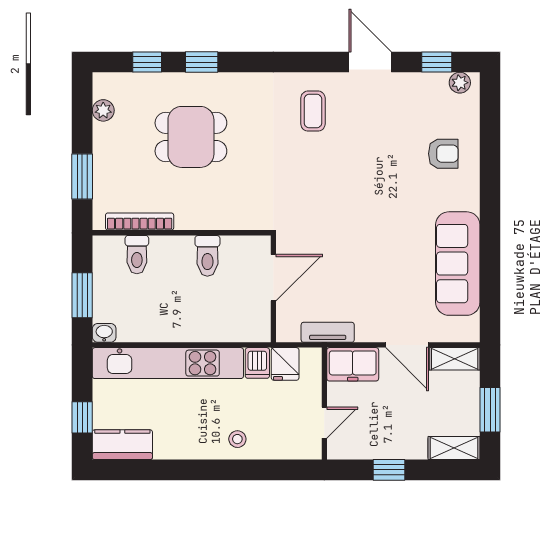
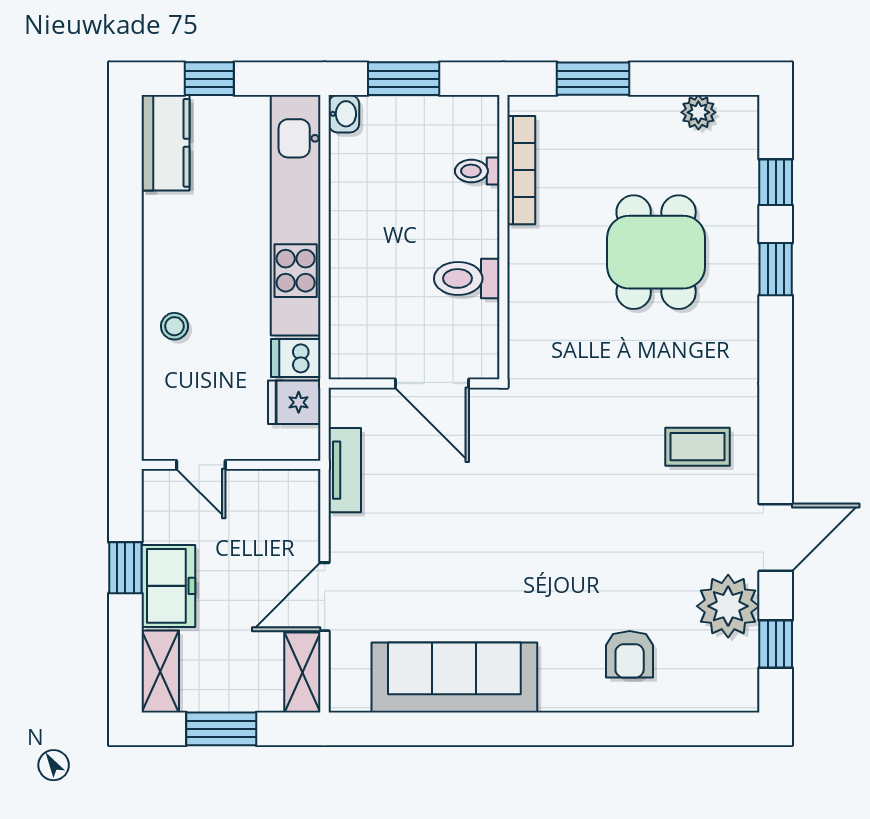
plant: (460, 83) -> (728, 606), moved, width x1.88, depth x1.88
toilet: (137, 255) -> (477, 171), width x0.73, depth x0.72
freezer: (353, 364) -> (168, 586), moved, turned 180

